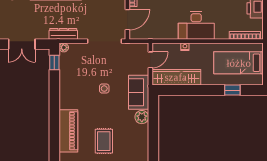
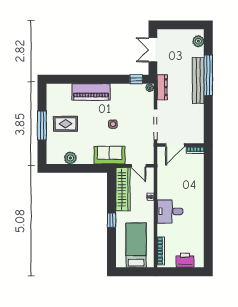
door: (127, 20) -> (175, 145), hinge flipped
desk: (196, 25) -> (170, 211), width x0.73
window: (232, 90) -> (112, 220), moved
plant: (142, 117) -> (70, 158), moved
piano: (68, 131) -> (91, 92), moved

